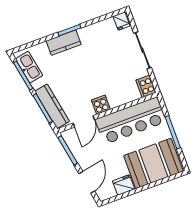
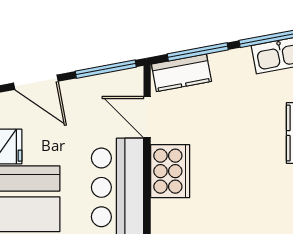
cooker: (101, 105) -> (170, 171), width x1.87, depth x1.31
kitchen counter: (52, 106) -> (181, 73), width x0.67

